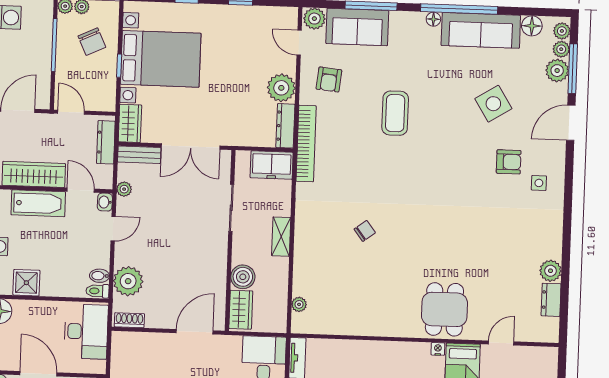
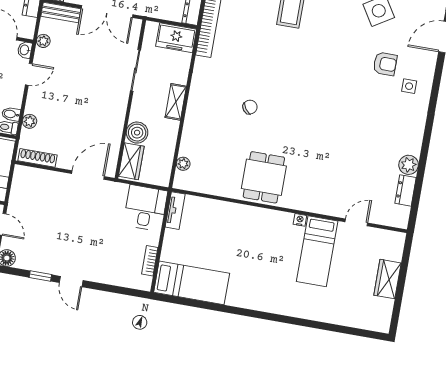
plant: (128, 281) -> (30, 121), width x0.53, depth x0.53
dining table: (444, 309) -> (264, 177), moved
shoe rack: (129, 320) -> (37, 158), width x1.43

